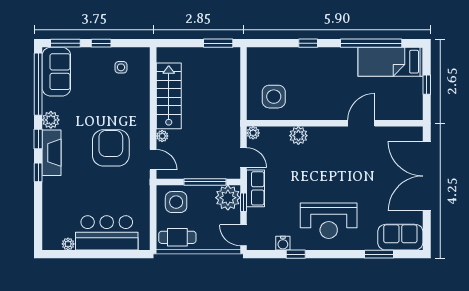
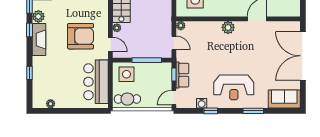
plant: (298, 136) -> (228, 27), moved
armchair: (111, 148) -> (81, 36), turned 90
window: (38, 172) -> (30, 73), moved
row of seats: (256, 188) -> (182, 75), moved
plant: (228, 198) -> (163, 71), removed
bar counter: (107, 233) -> (96, 82), moved, turned -90
door: (244, 235) -> (174, 98), hinge flipped
window: (379, 254) -> (253, 111), moved

